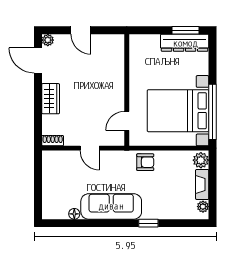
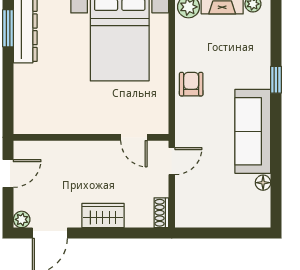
wall: (127, 90) -> (91, 137), moved
door: (127, 121) -> (134, 137), moved

